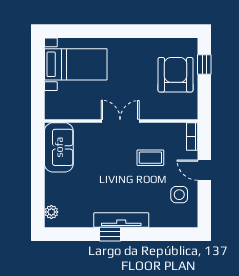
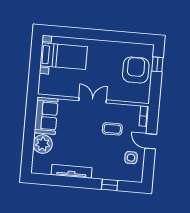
plant: (51, 212) -> (43, 144), moved, width x1.88, depth x1.88
tv unit: (121, 220) -> (72, 171), moved
window: (110, 234) -> (110, 185), moved

